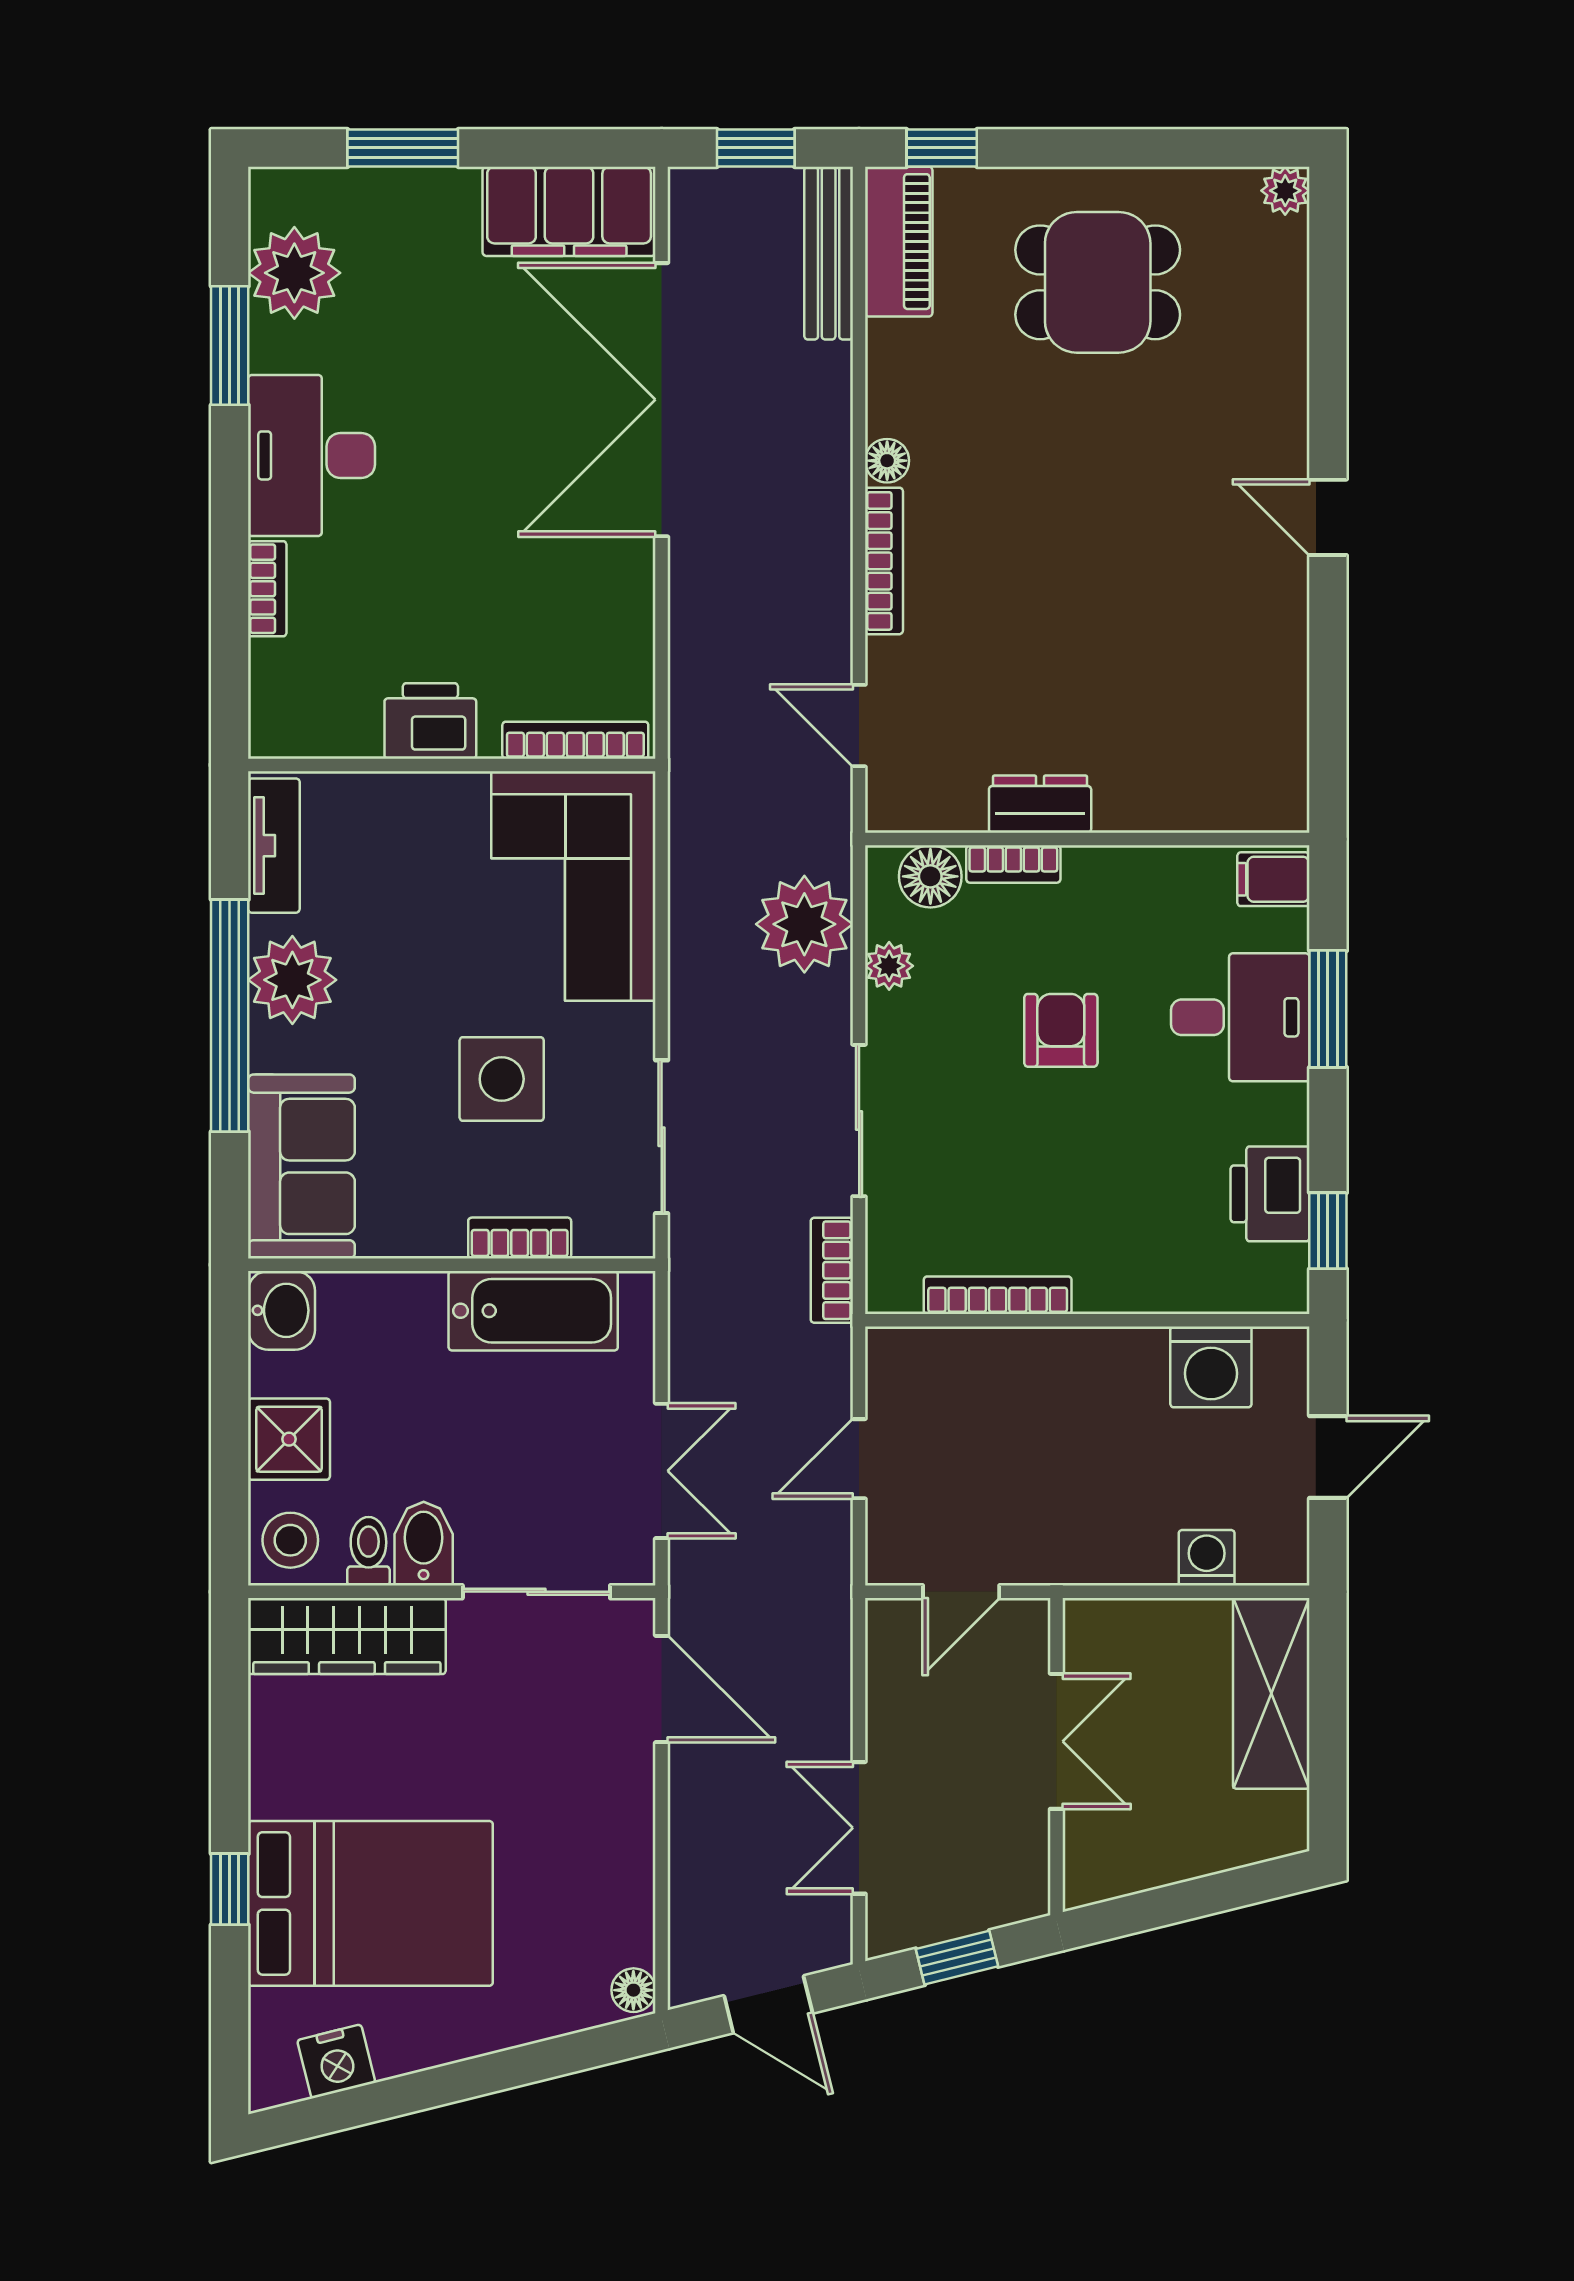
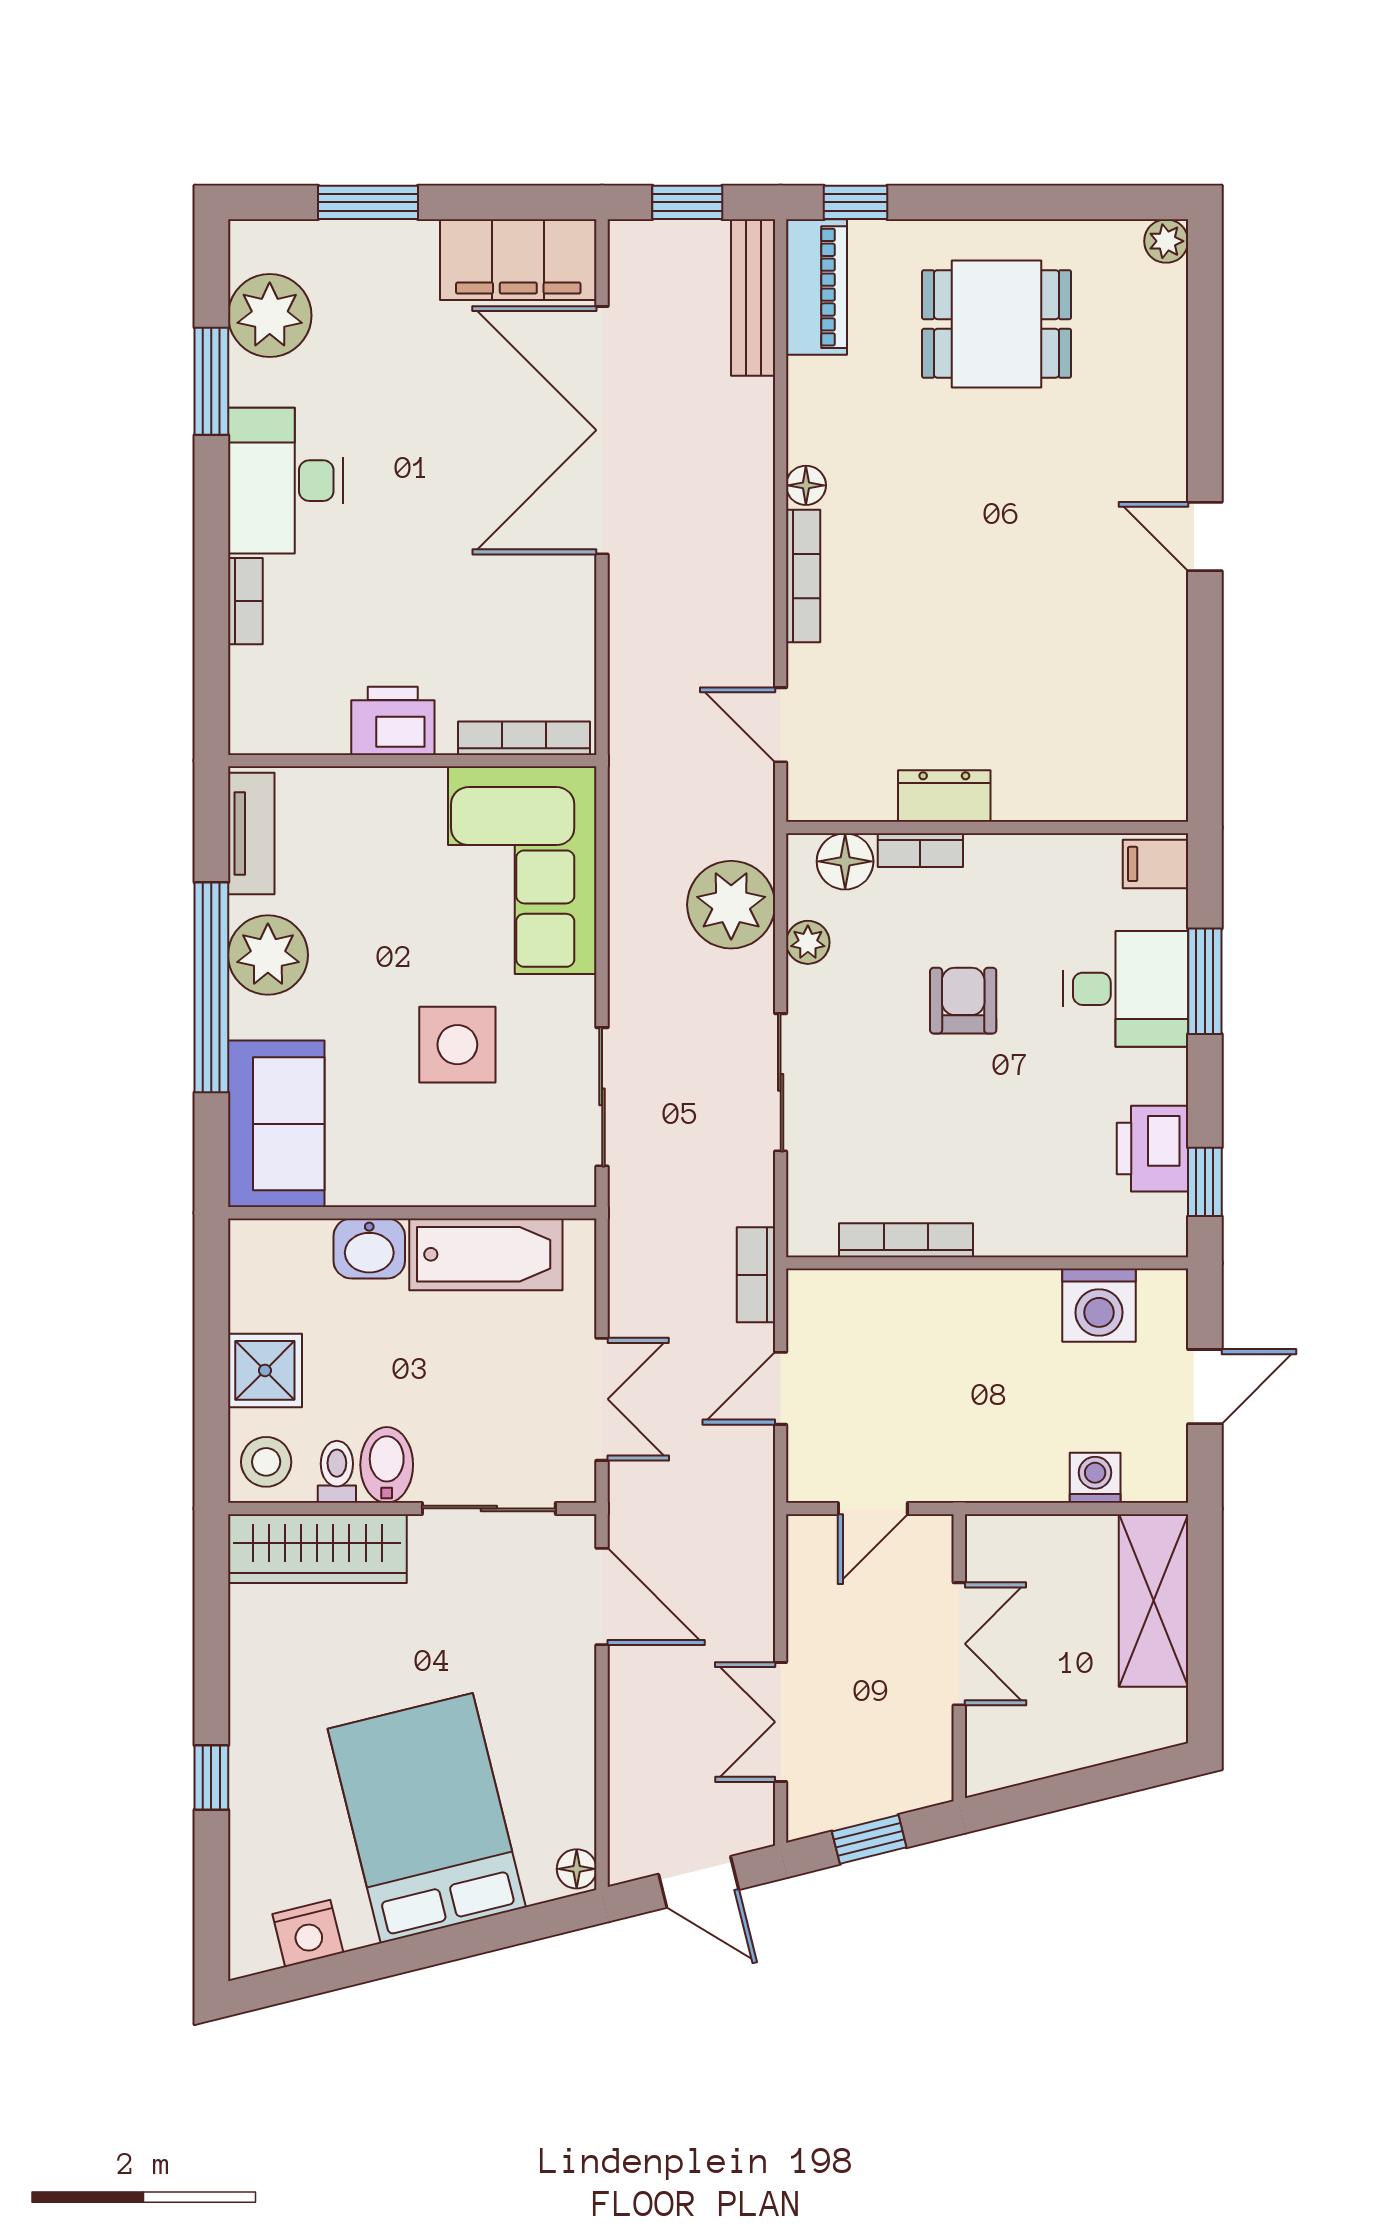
bookcase: (520, 1238) -> (474, 1189), removed
bookcase: (832, 1270) -> (756, 1275), moved
washbasin: (282, 1310) -> (369, 1248), moved, turned 90
bed: (370, 1903) -> (427, 1818), moved, turned -104

